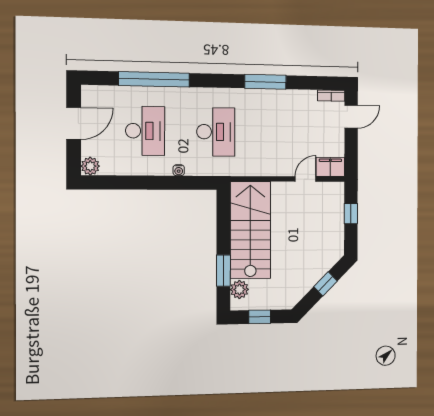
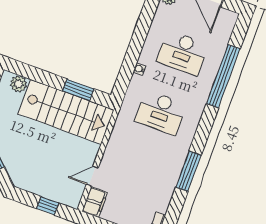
door: (306, 179) -> (92, 176), swing flipped
window: (223, 271) -> (78, 90), moved

